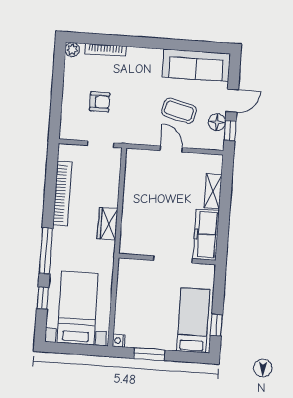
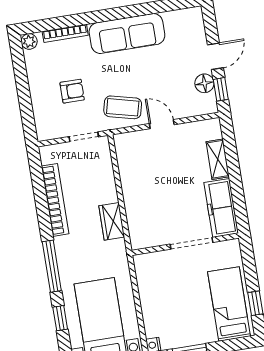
sofa: (196, 65) -> (127, 34), moved
coffee table: (179, 111) -> (123, 107), moved

